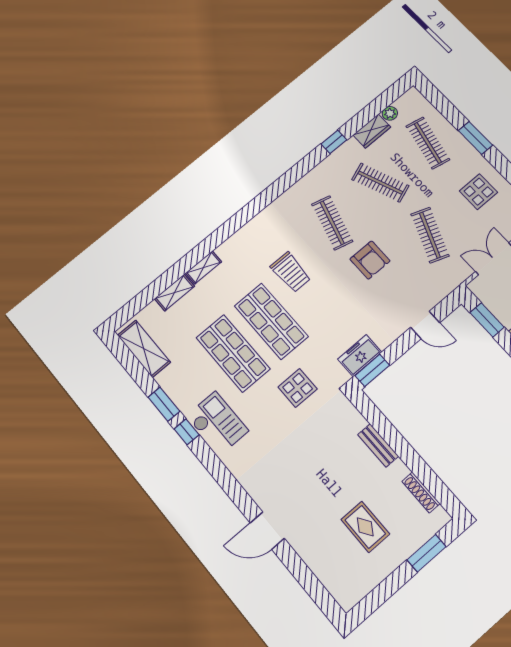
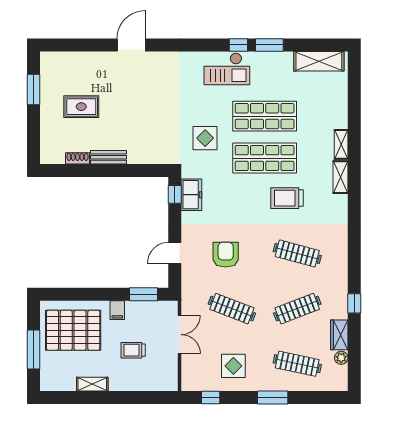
armchair: (370, 260) -> (226, 255), moved, turned 90
shelving: (175, 292) -> (341, 177), moved
window: (372, 370) -> (175, 194), width x0.67
bench: (378, 445) -> (109, 157), moved
shoe rack: (421, 492) -> (78, 158), width x0.70
window: (427, 553) -> (33, 89), moved

